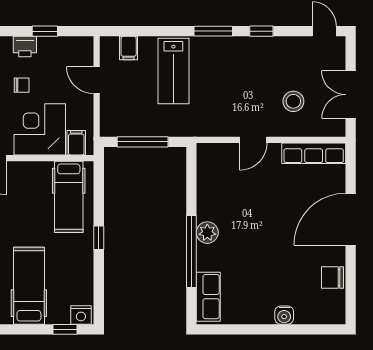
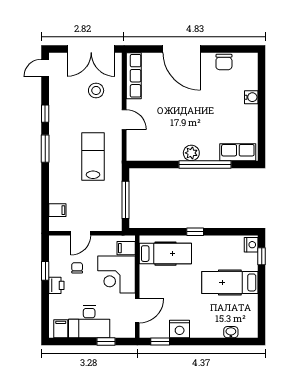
lab bench: (173, 71) -> (93, 157), moved, turned -90
chair: (22, 85) -> (77, 268), moved
double door: (351, 95) -> (91, 49), width x1.37

